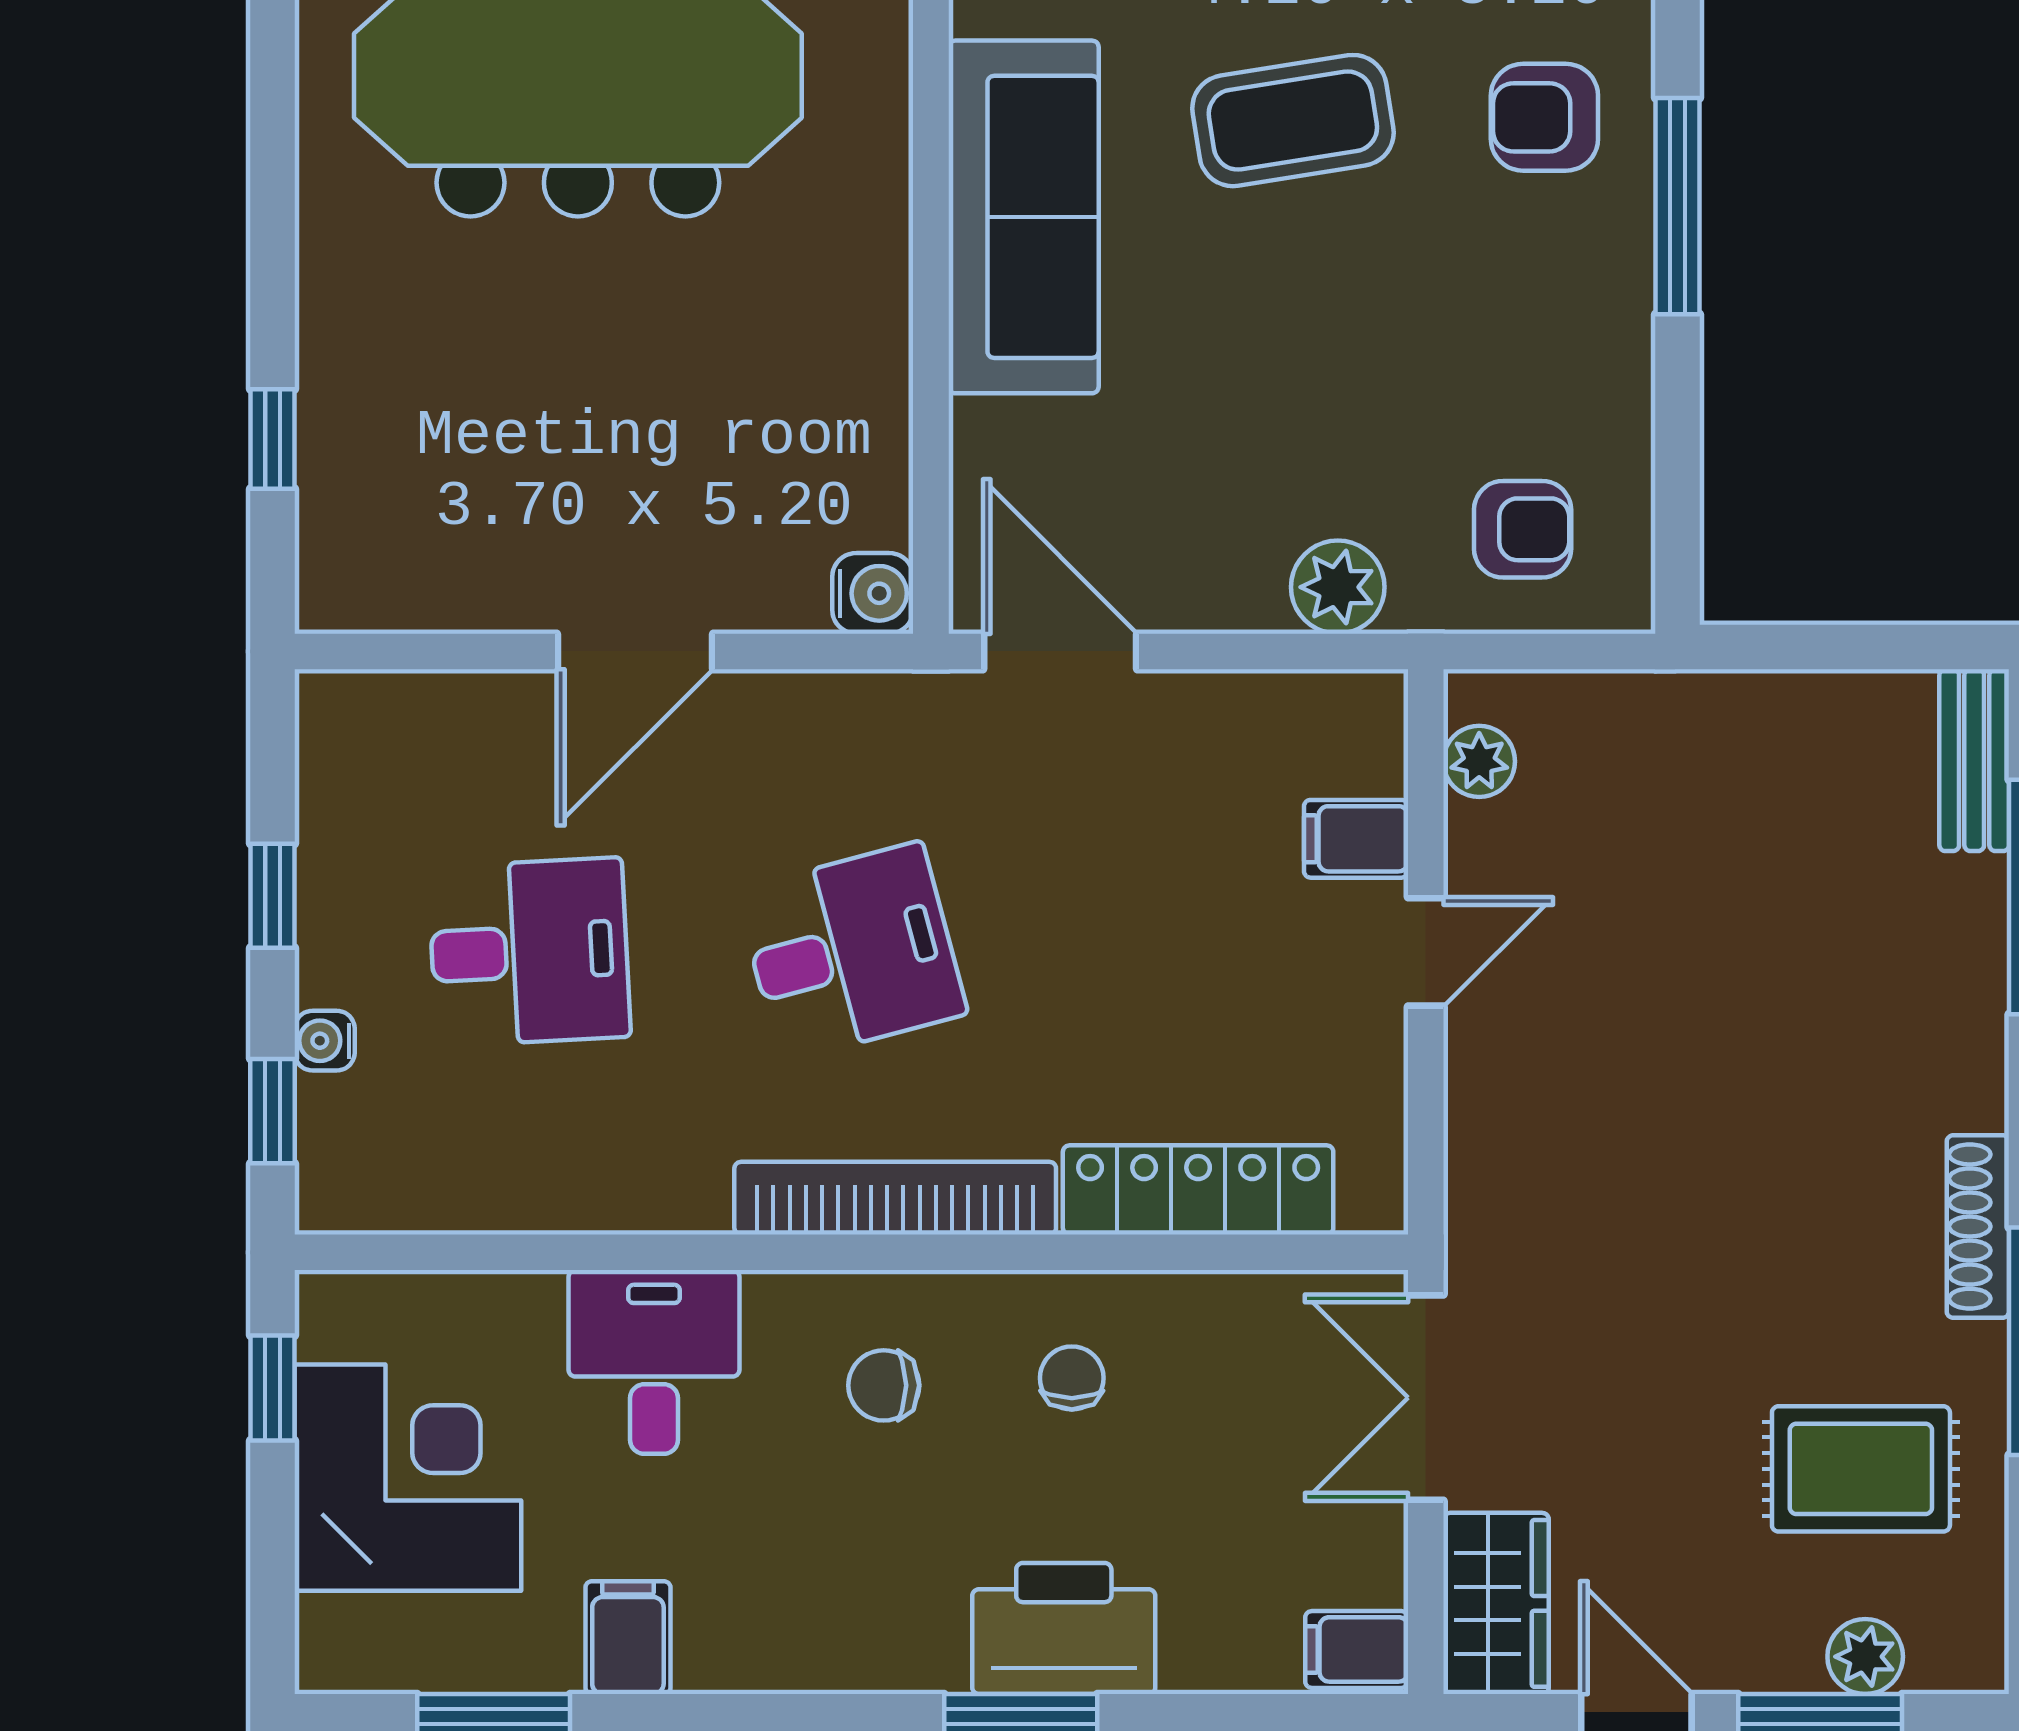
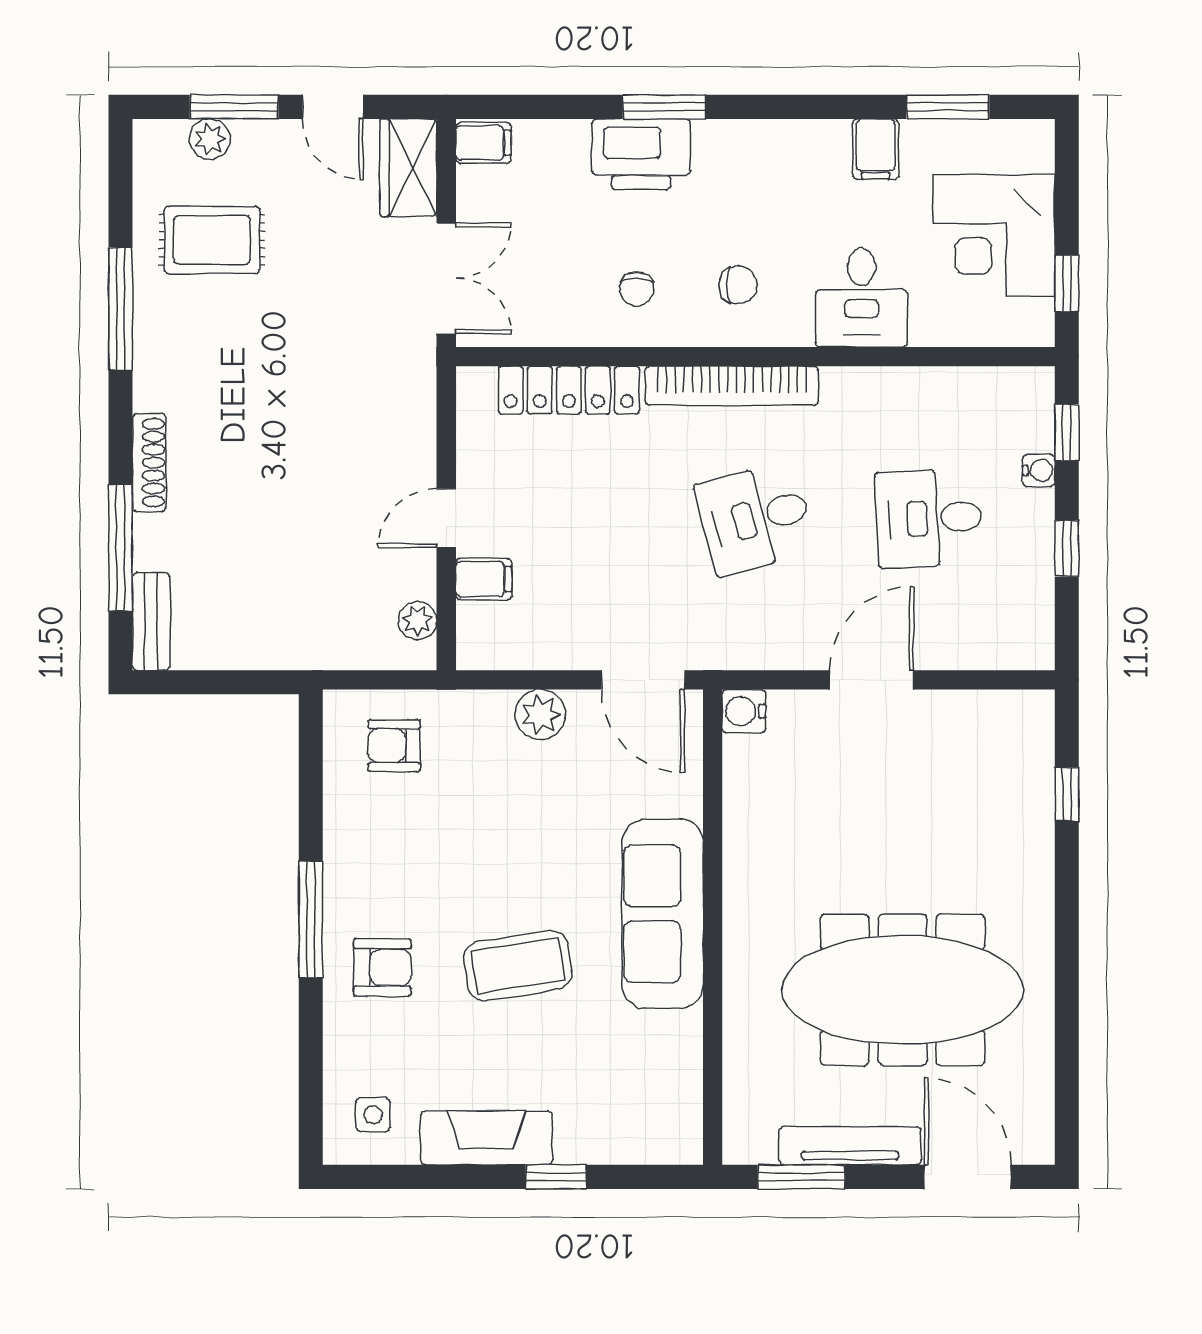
plant: (1338, 587) -> (540, 715), moved
shoe rack: (1978, 1227) -> (149, 463), moved

